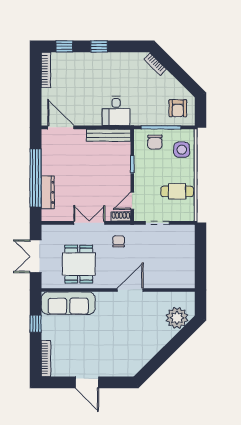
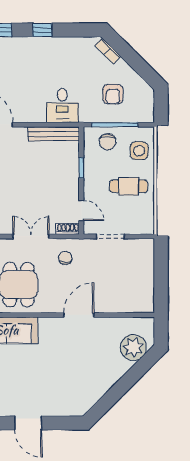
armchair: (178, 108) -> (113, 94), moved
cafe table: (177, 191) -> (129, 186), moved
door: (132, 201) -> (81, 211), swing flipped

